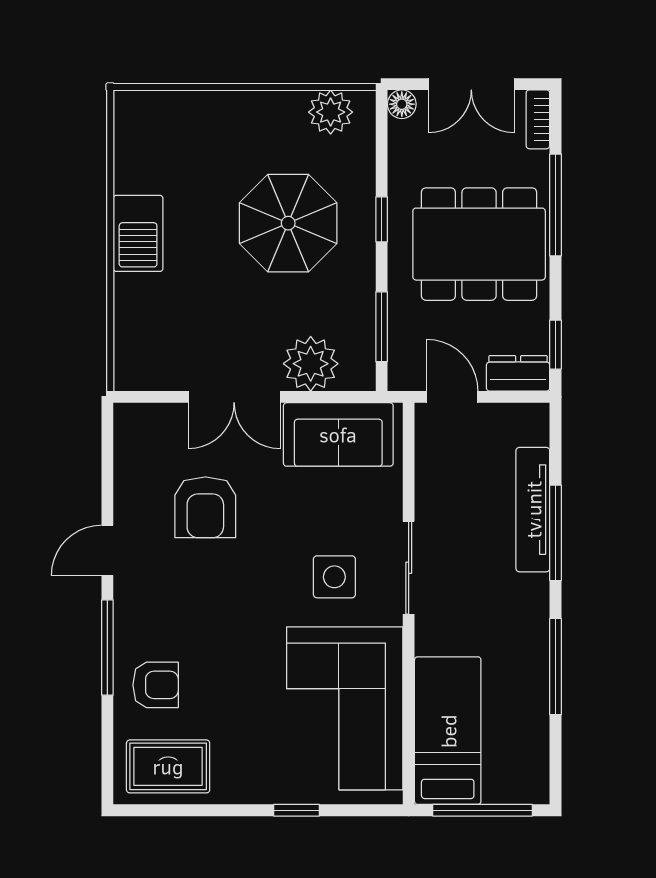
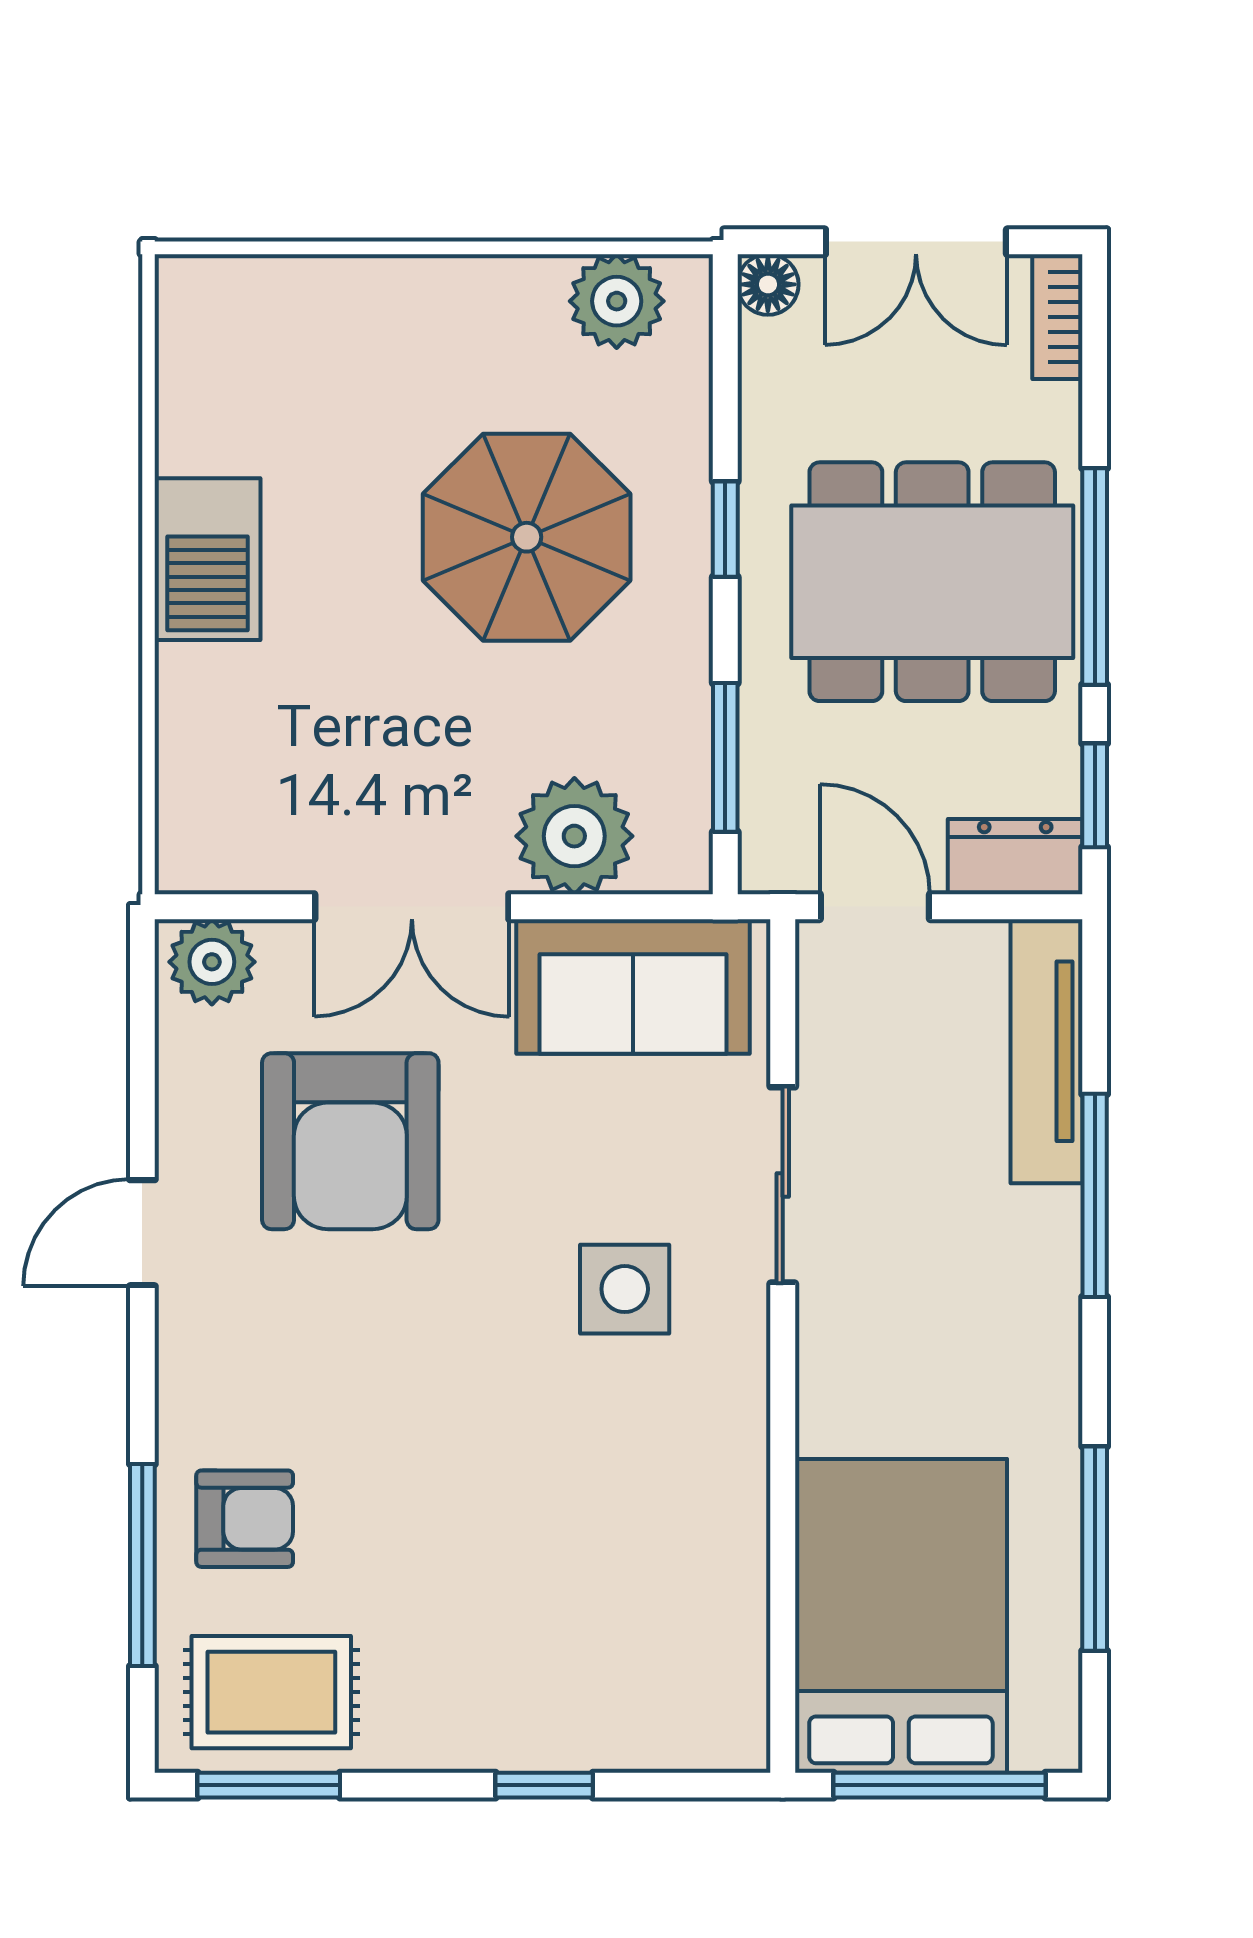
window: (555, 205) -> (1095, 576), moved
plant: (140, 423) -> (212, 962), added
armchair: (205, 507) -> (350, 1141), width x1.36, depth x1.36
tv unit: (533, 510) -> (1047, 1051), moved
sliding door: (409, 568) -> (783, 1185), moved
window: (107, 648) -> (142, 1565), moved
window: (555, 667) -> (1095, 1549), moved
corner sofa: (345, 708) -> (647, 1569), removed
bed: (448, 731) -> (901, 1616), width x1.50
window: (167, 810) -> (269, 1785), added

